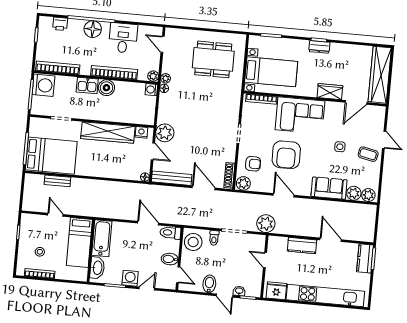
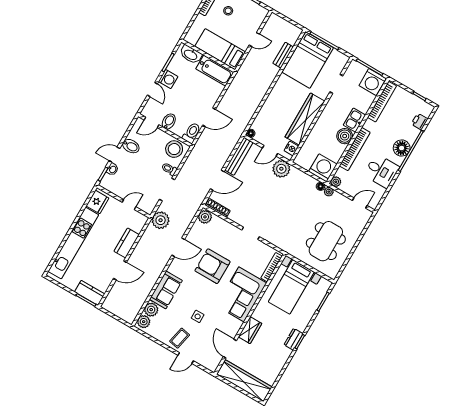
washing machine: (151, 90) -> (323, 168), width x1.89, depth x1.89
armchair: (253, 164) -> (218, 233), removed

